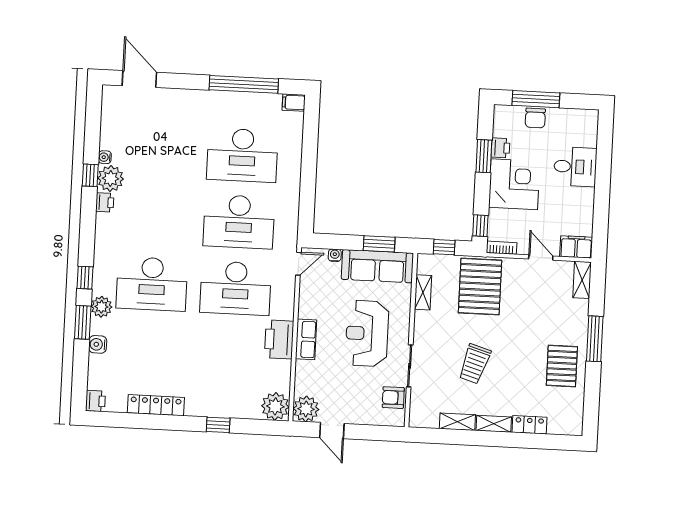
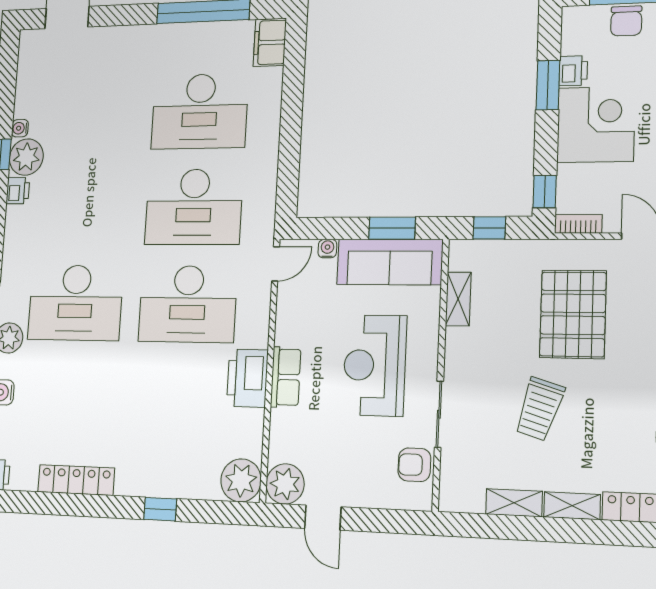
filing cabinet: (294, 102) -> (270, 42), width x2.00
pallet: (480, 286) -> (573, 314), moved

